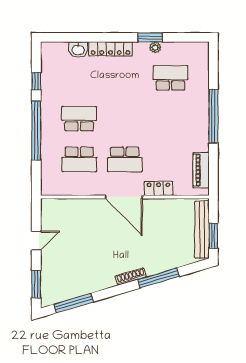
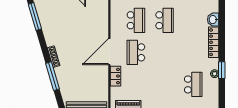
school desk: (79, 159) -> (136, 20), turned 180

